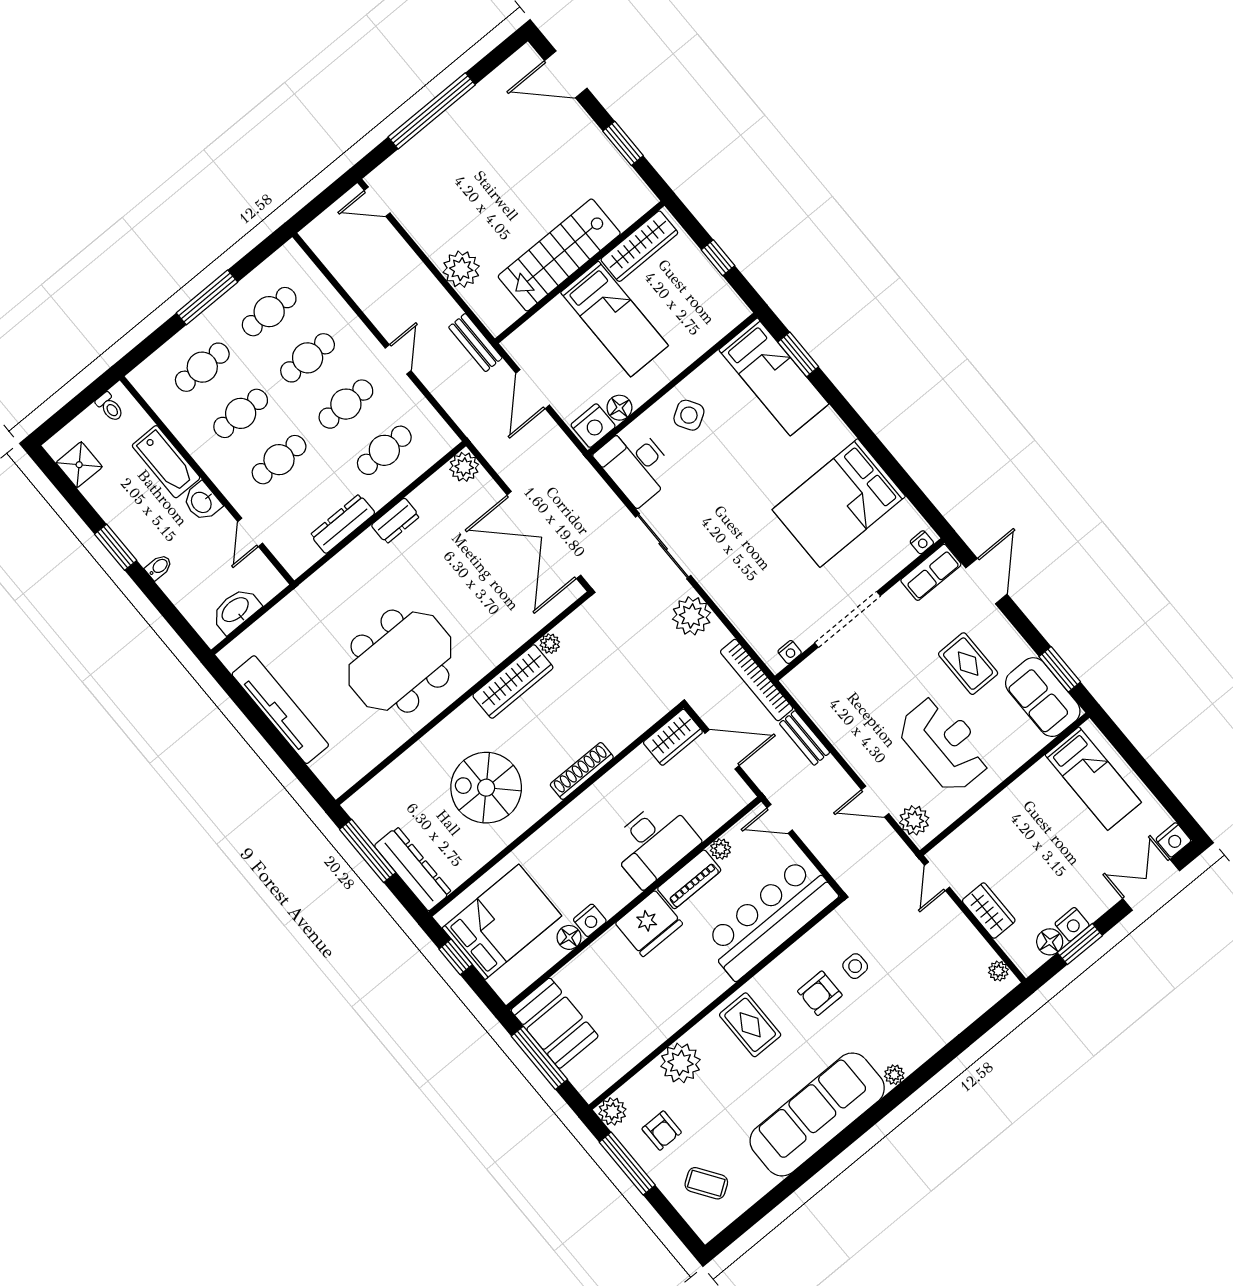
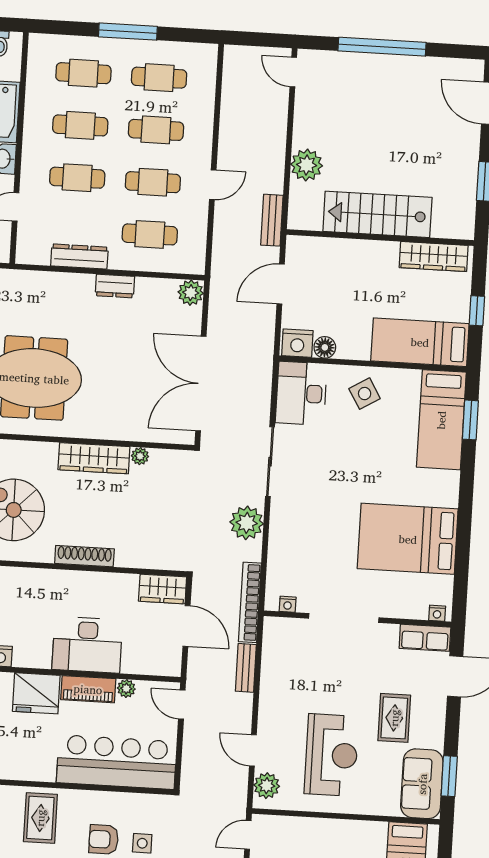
bed: (614, 319) -> (420, 342), moved, turned 90

